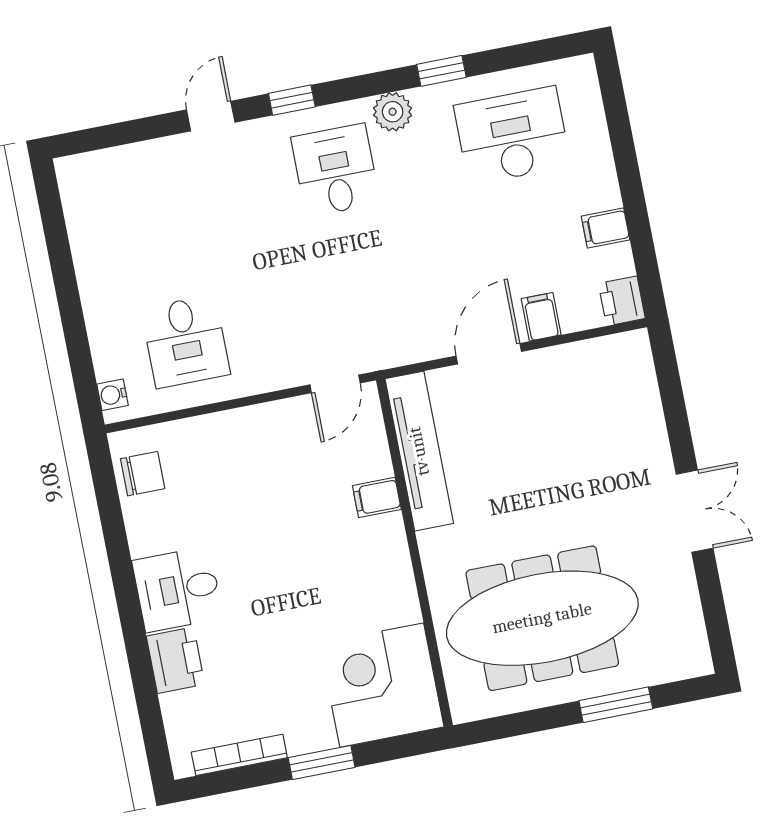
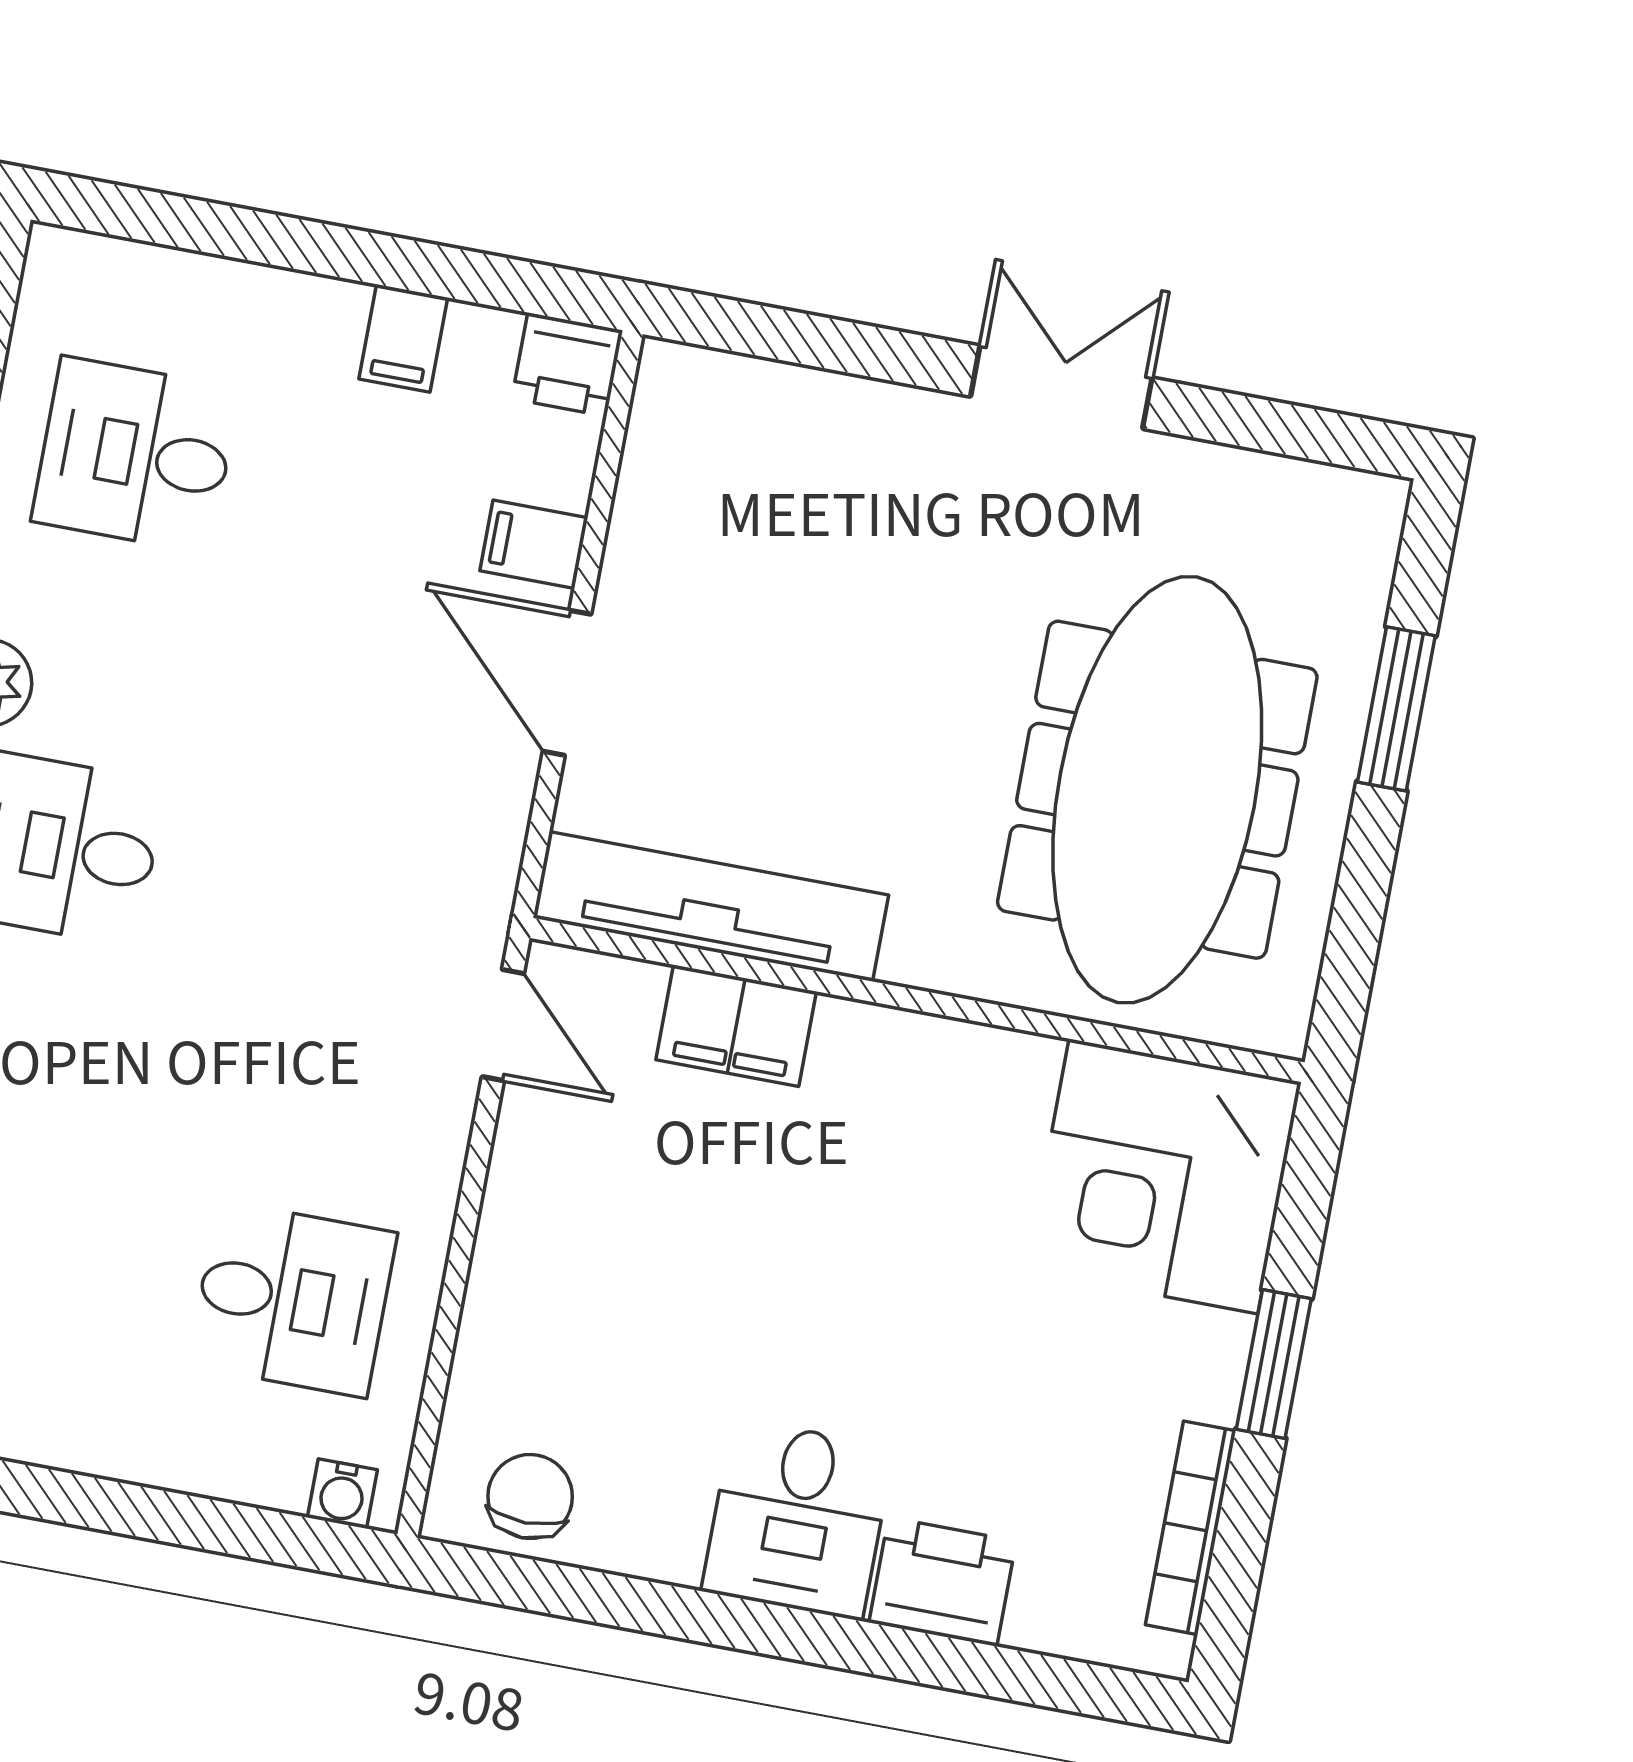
desk: (512, 136) -> (136, 455), width x0.73
filing cabinet: (377, 497) -> (736, 1026), width x2.00

